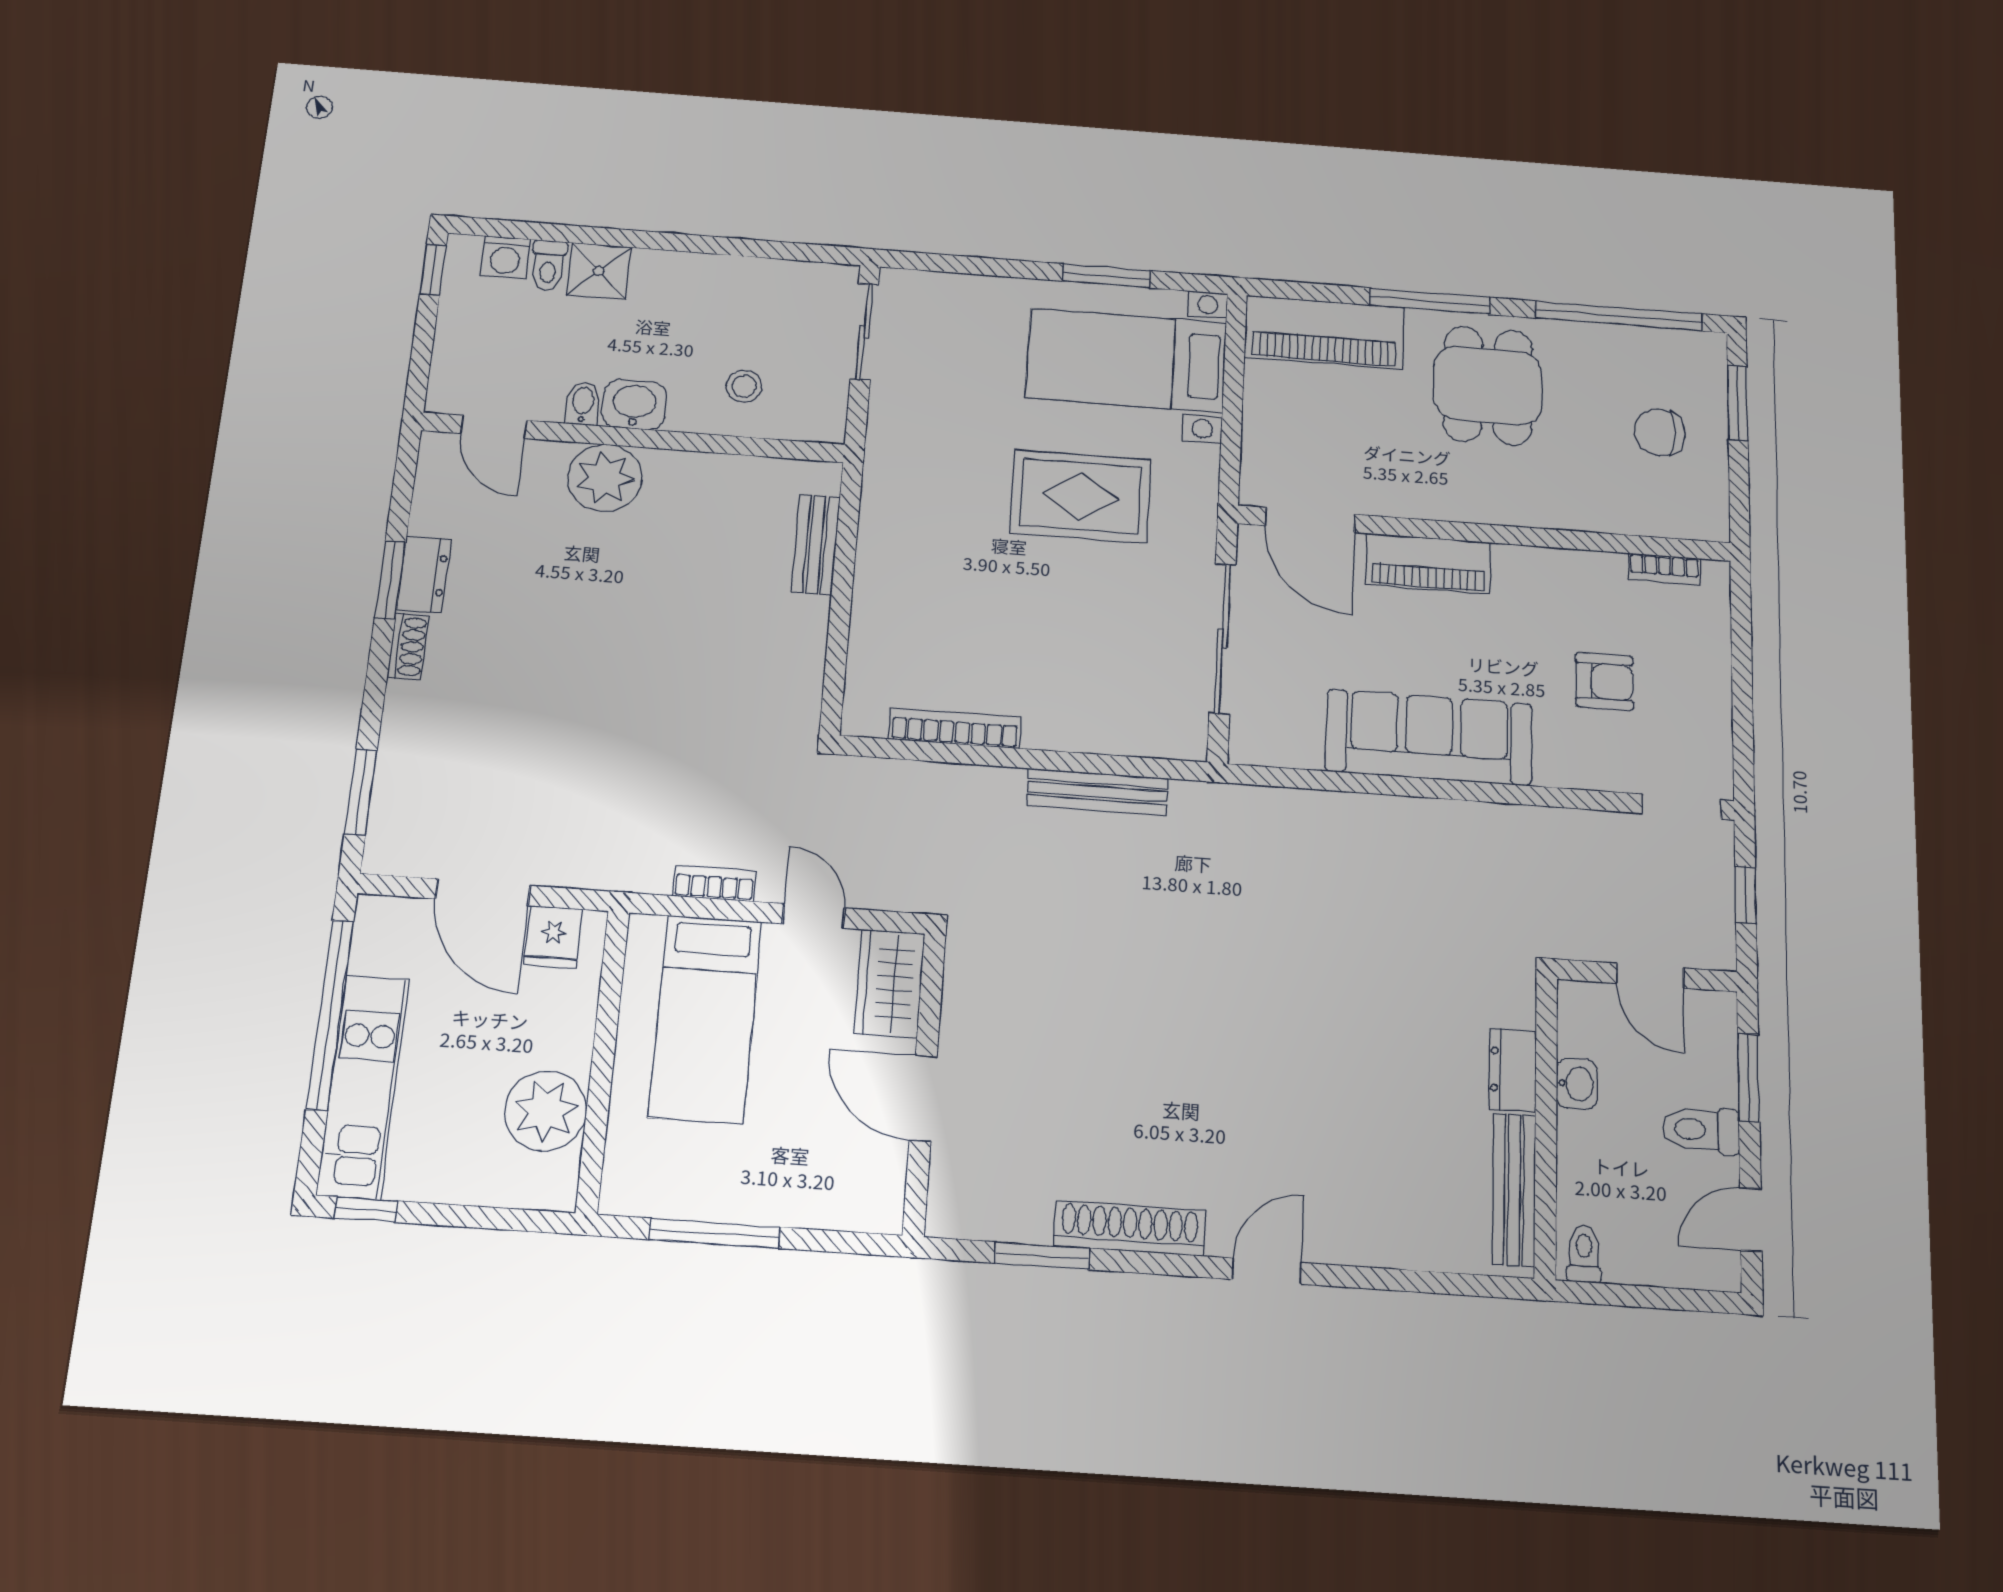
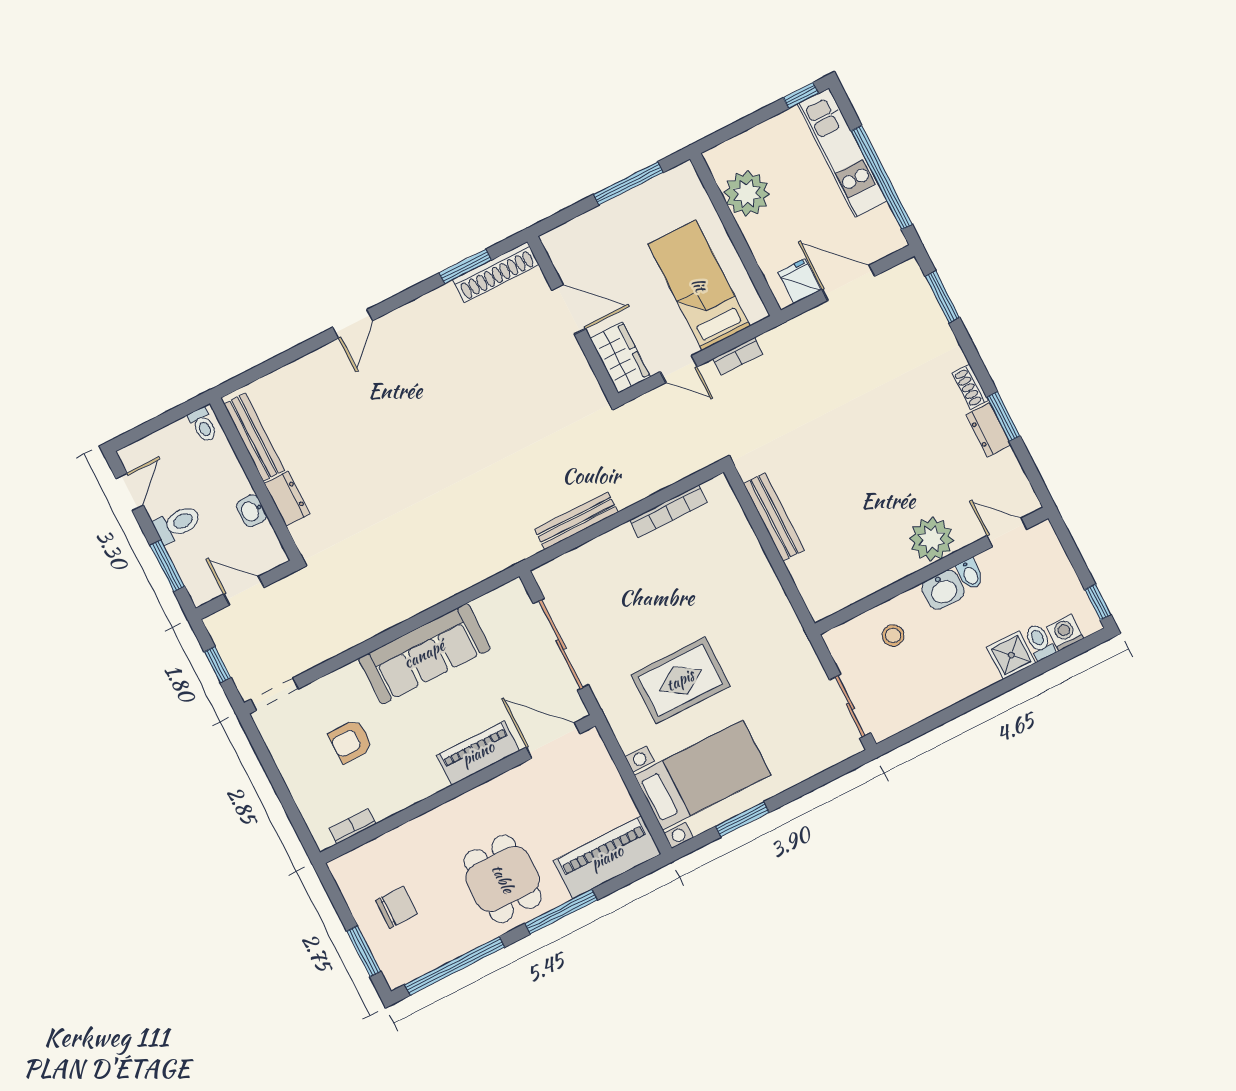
bench: (816, 544) -> (774, 517), moved, width x1.36
shoe rack: (1130, 1228) -> (496, 272), moved

